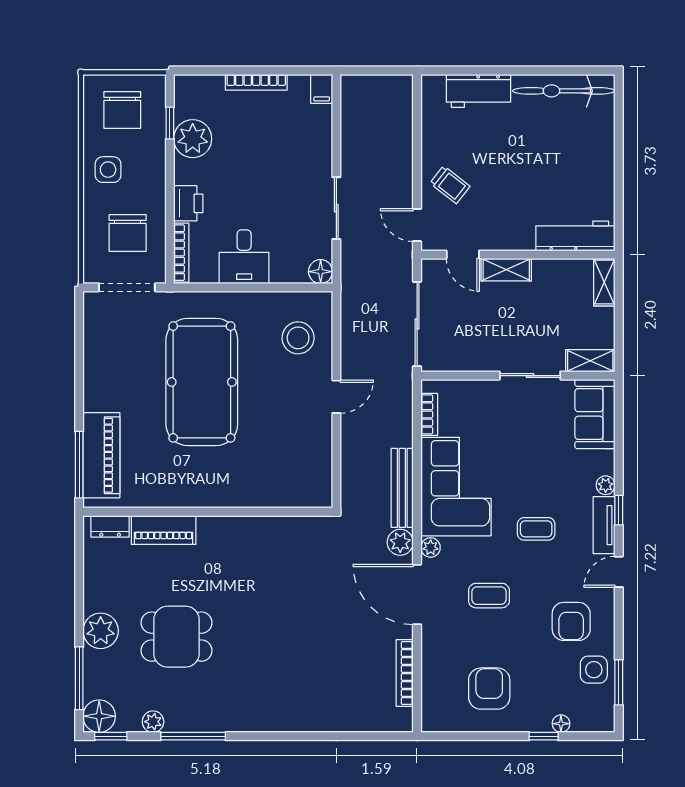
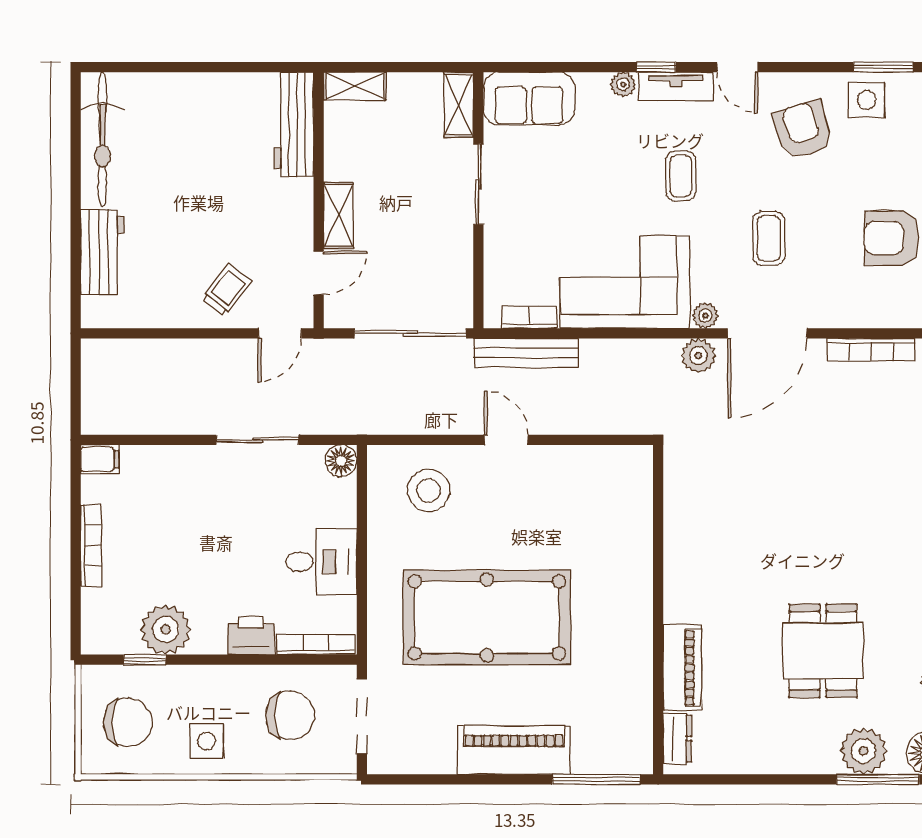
piano: (101, 455) -> (514, 750), moved
bench: (402, 488) -> (526, 353), moved
armchair: (571, 621) -> (803, 130), turned -107
plant: (101, 631) -> (864, 751), moved

